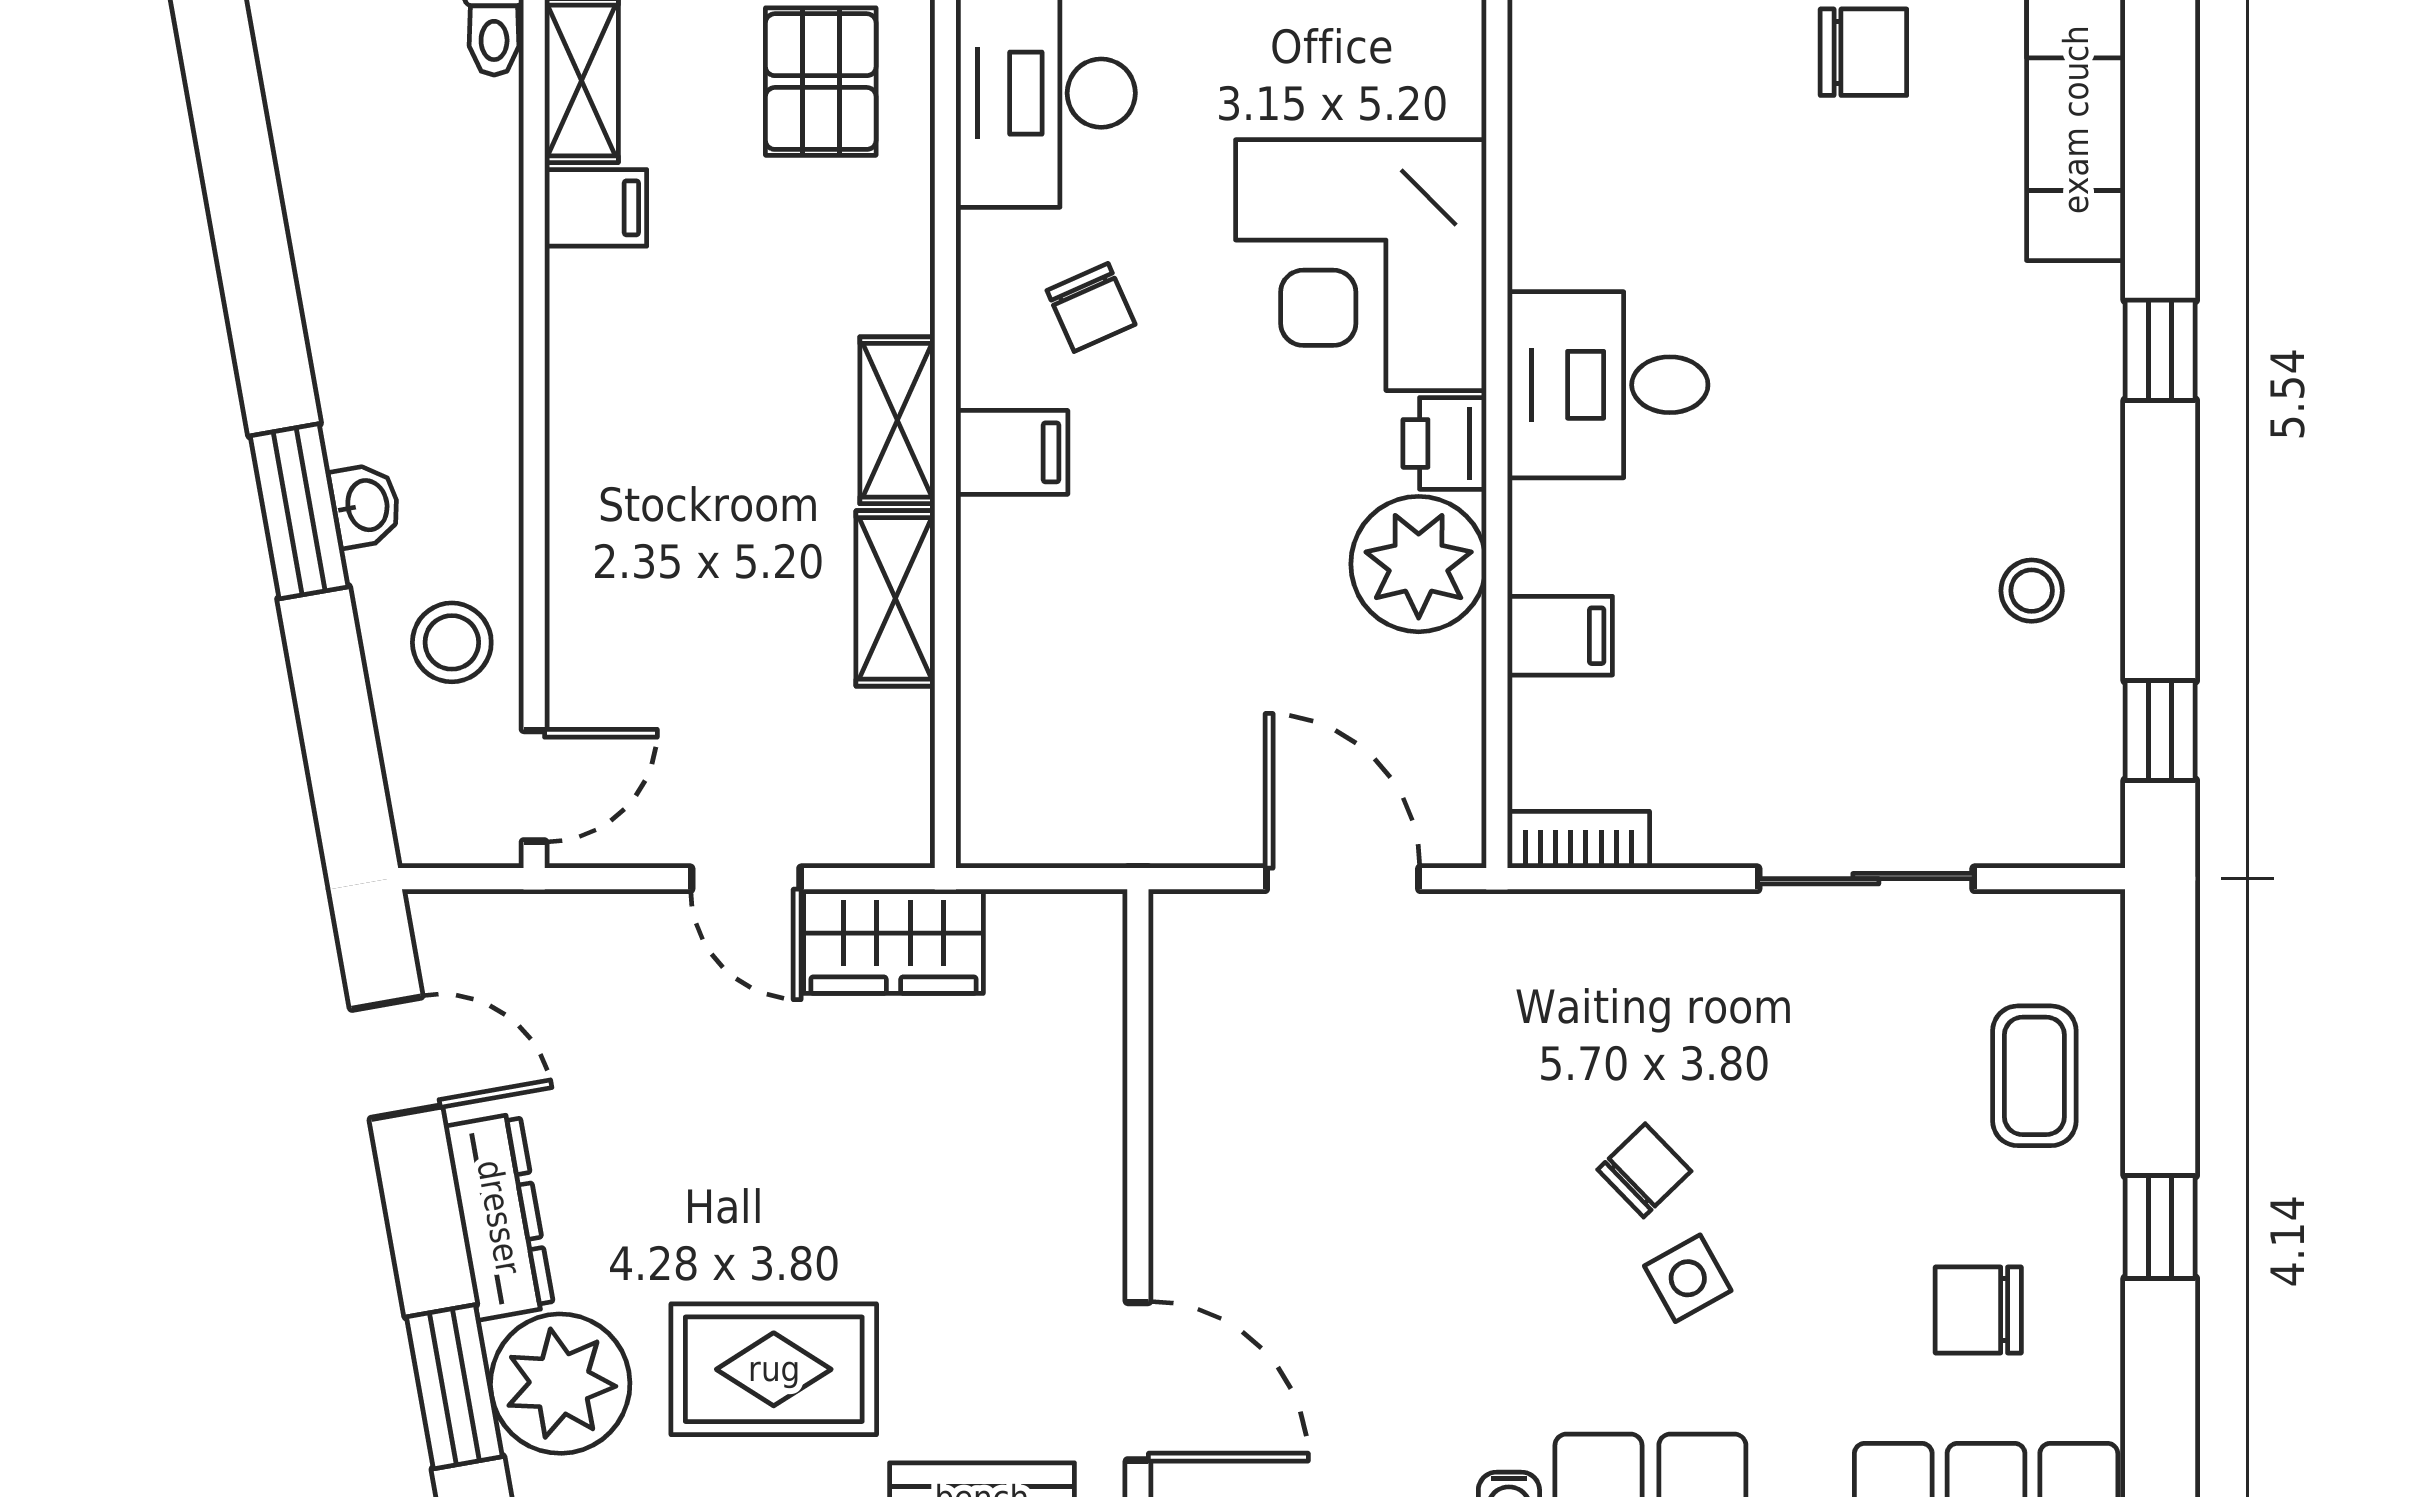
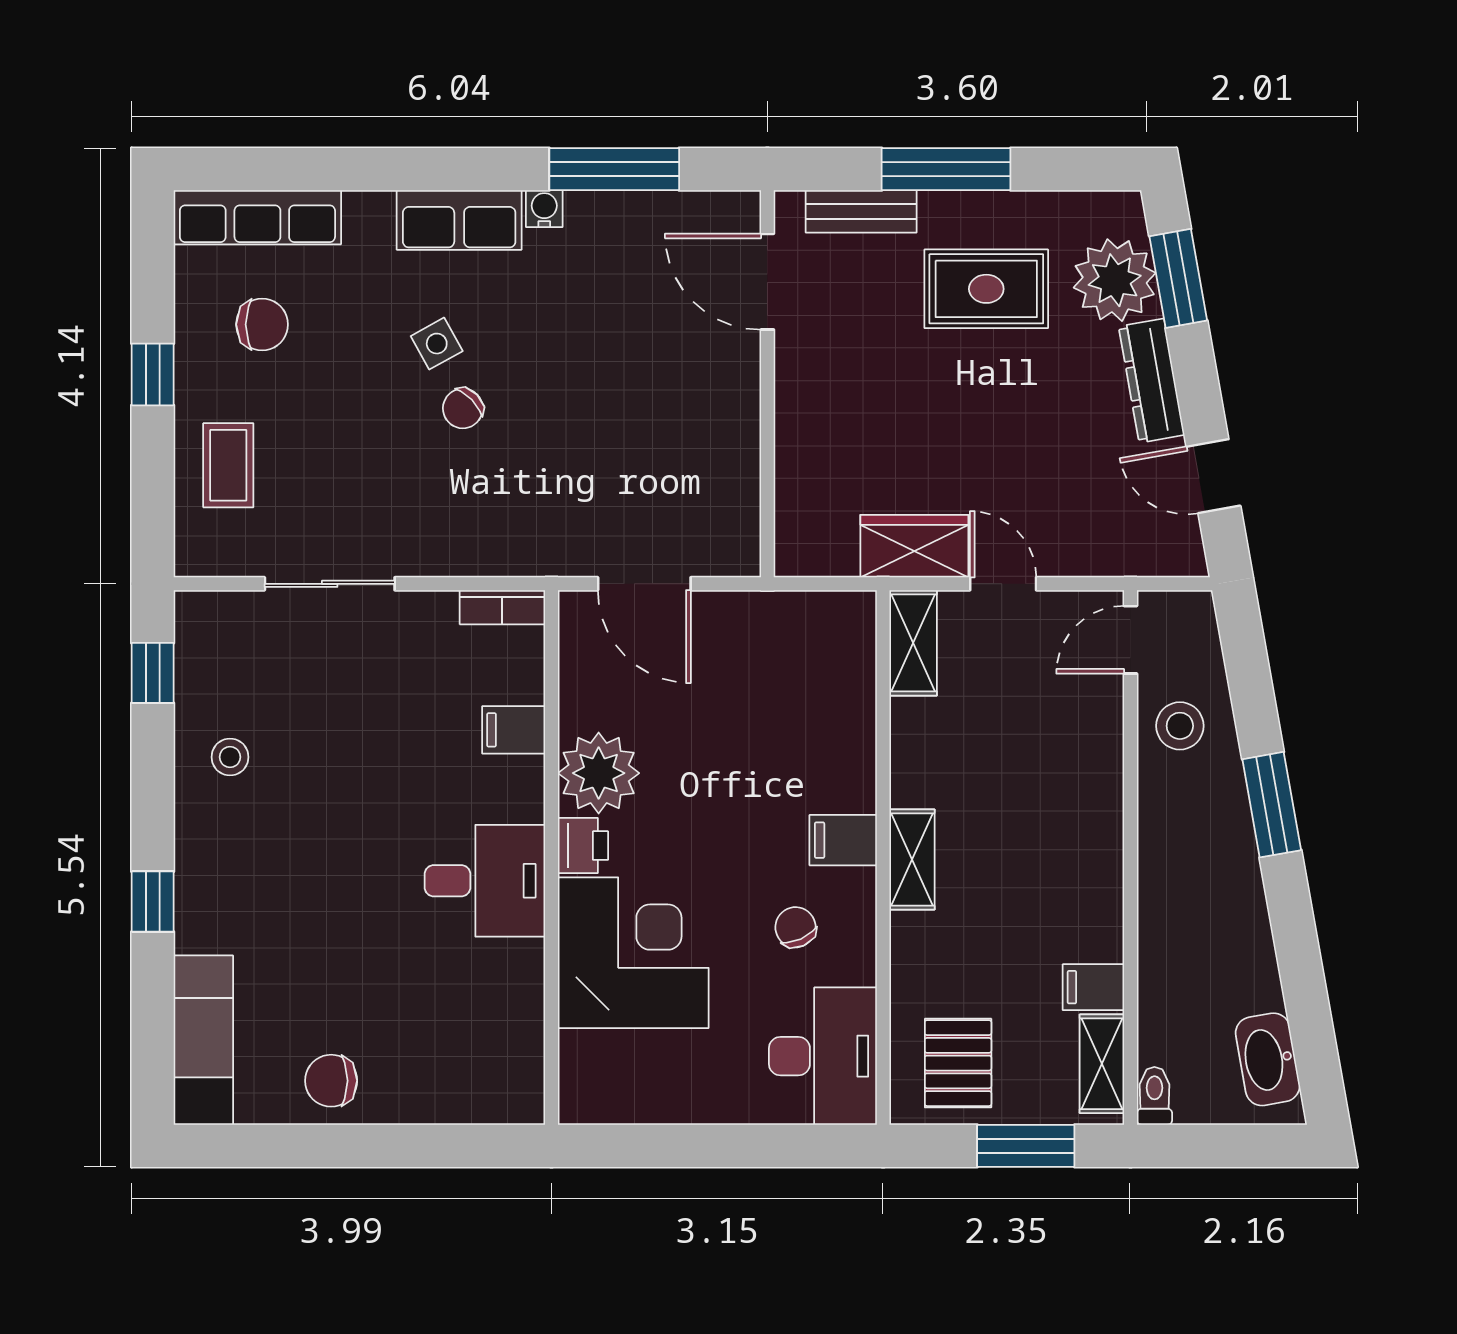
washbasin: (366, 505) -> (1268, 1059), moved, width x1.91, depth x1.45
shelving: (895, 598) -> (913, 643), moved

